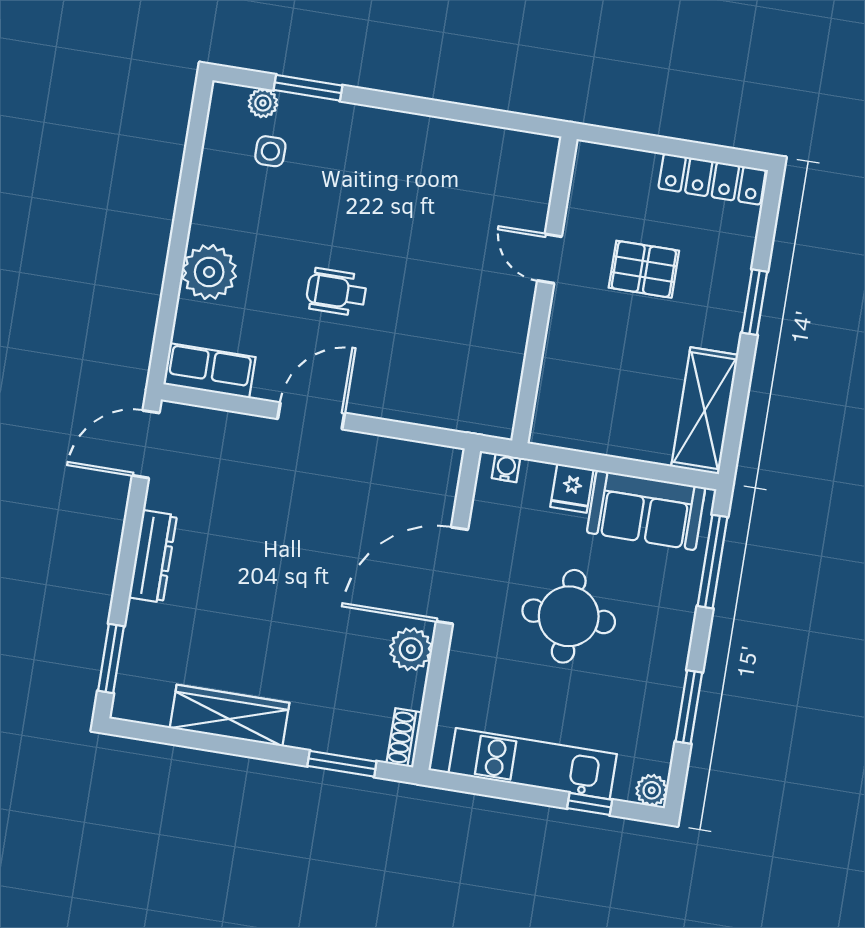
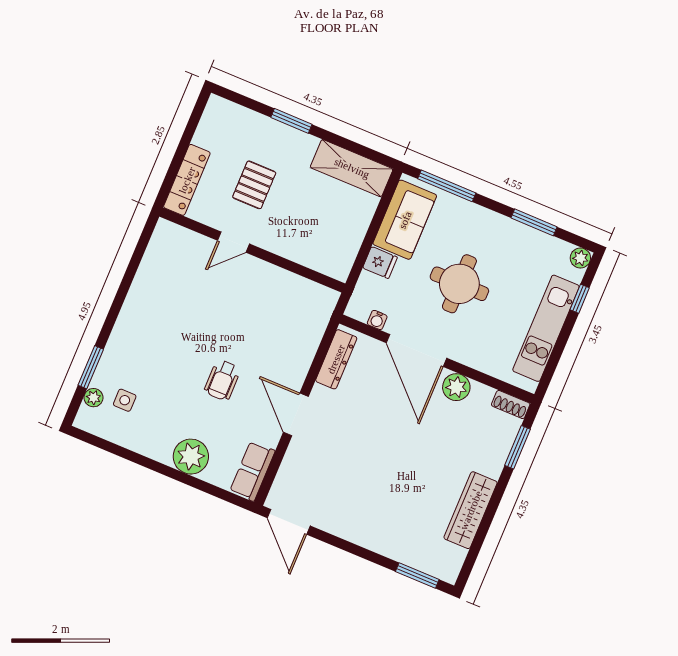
locker: (712, 179) -> (187, 180), moved
water cooler: (506, 468) -> (377, 320), moved, turned -90
dresser: (153, 556) -> (336, 359), moved, turned 90

